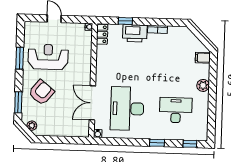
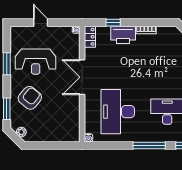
reception desk: (48, 57) -> (36, 62), turned 180
double door: (92, 103) -> (82, 77), moved
window: (157, 143) -> (149, 145), width x2.17

